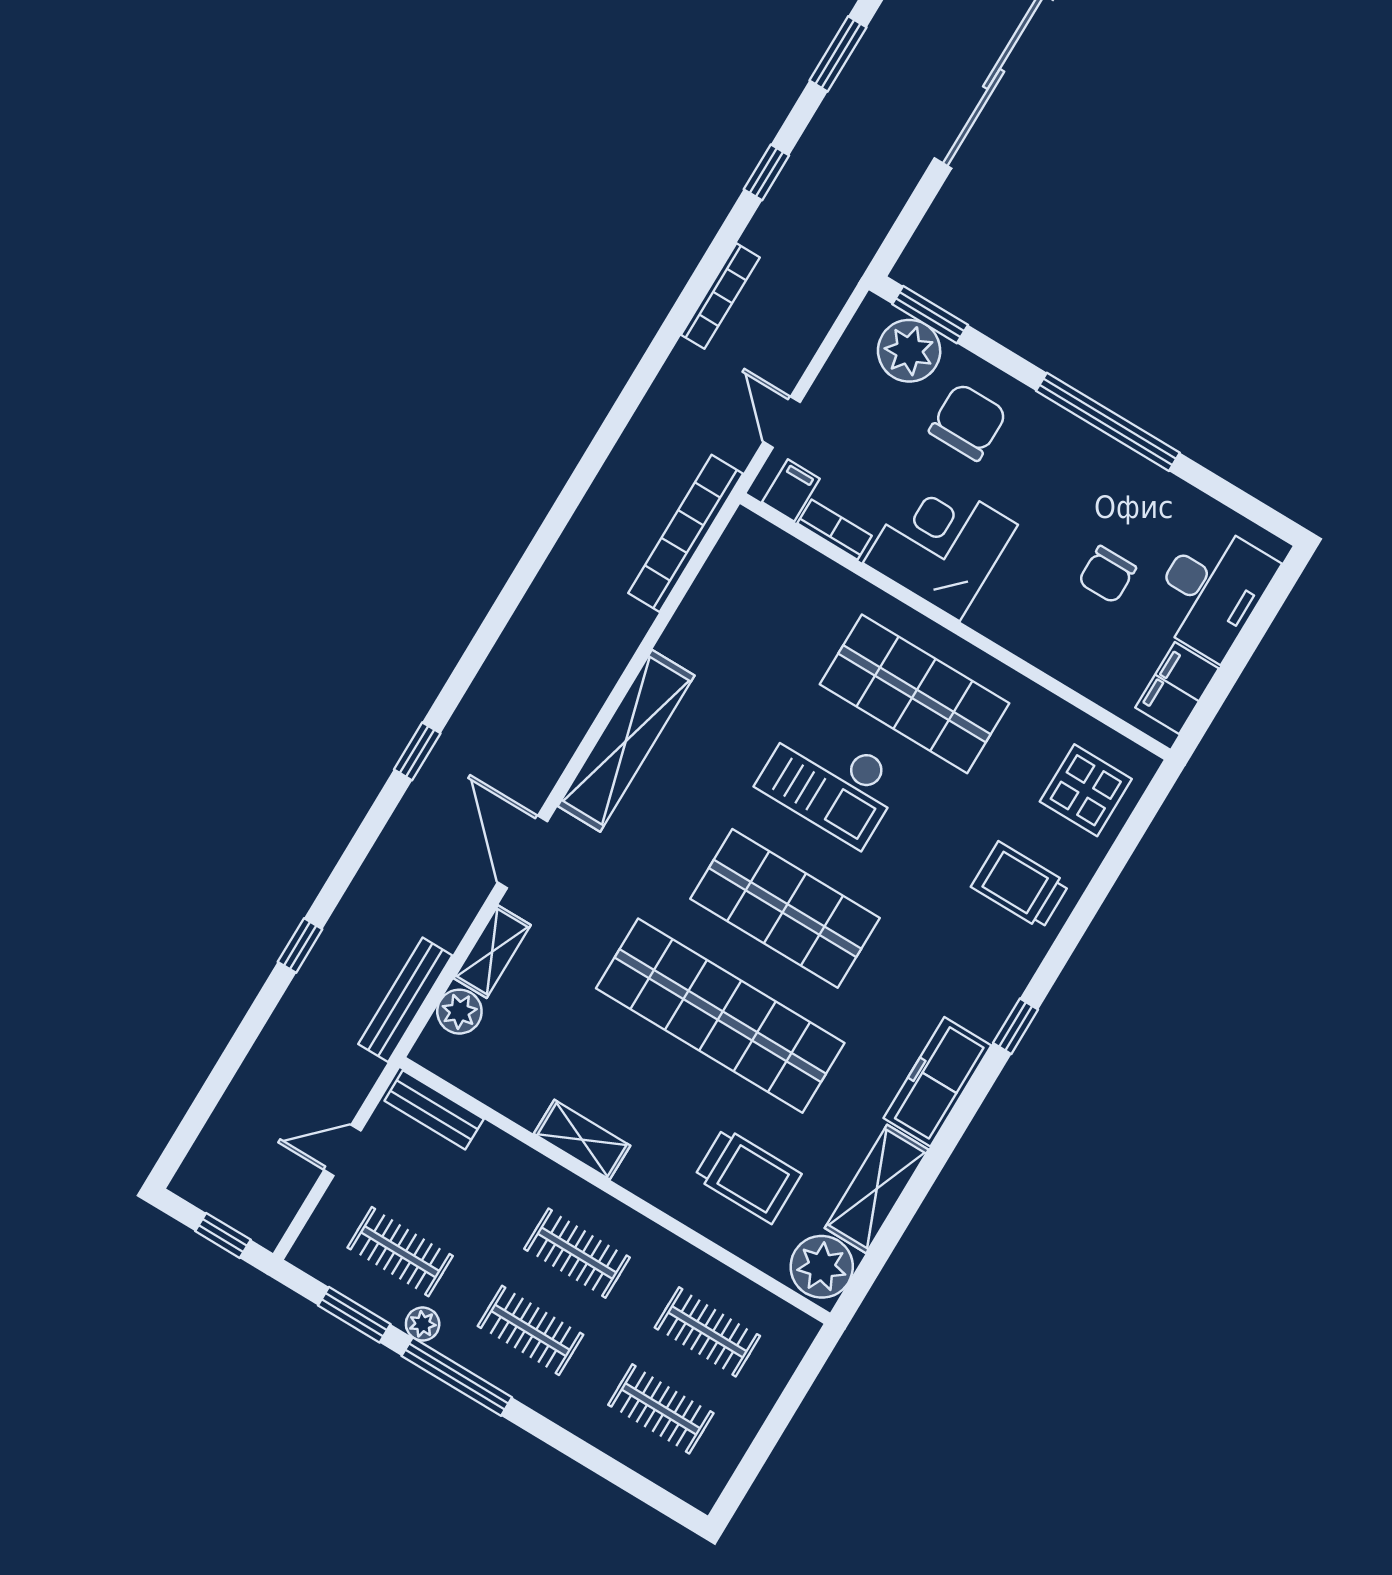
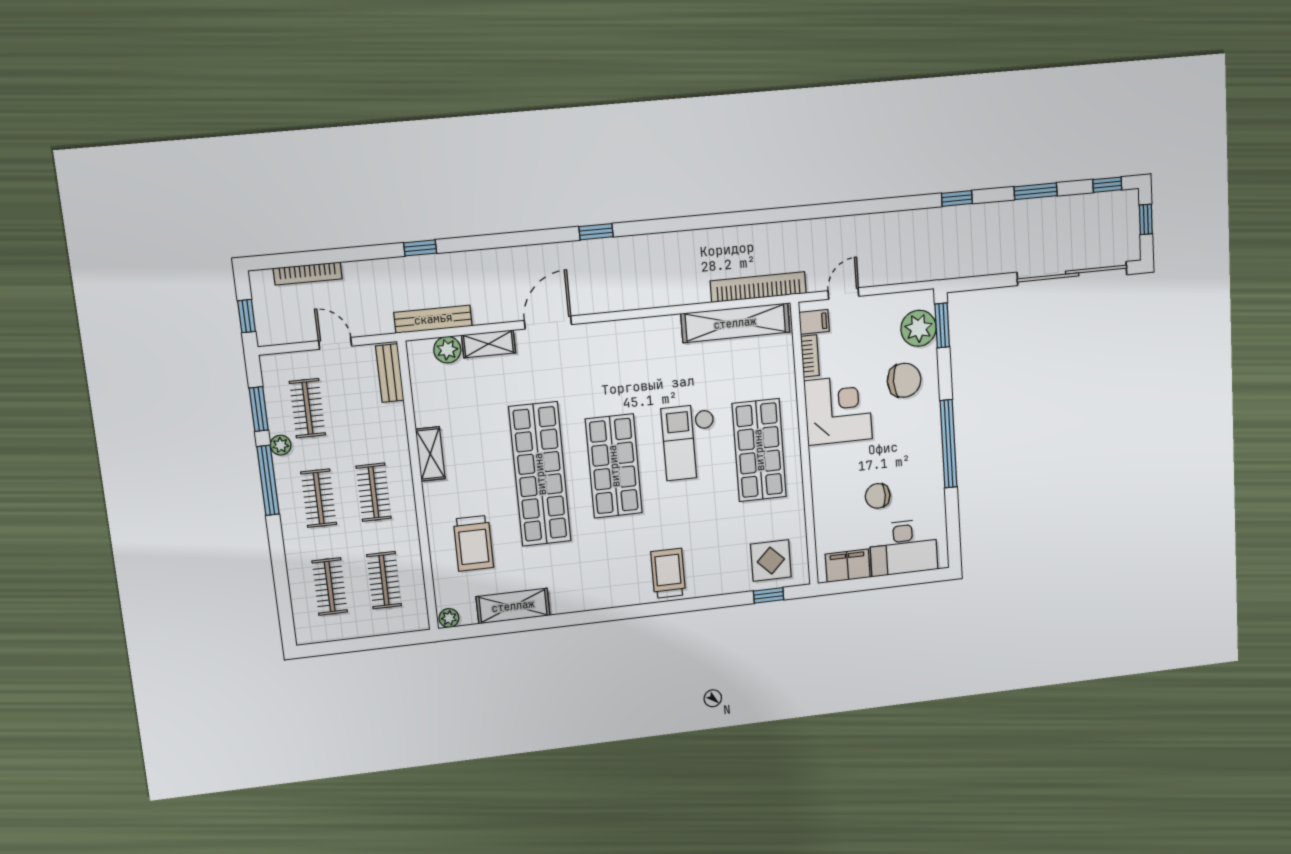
bookcase: (720, 296) -> (308, 274), moved
shelving: (626, 741) -> (735, 323), moved
window: (417, 751) -> (596, 232), moved
trolley: (1020, 885) -> (668, 573), moved
window: (1016, 1026) -> (769, 595), moved
freezer: (937, 1082) -> (585, 596), removed
plant: (822, 1267) -> (449, 618), width x0.53, depth x0.53

